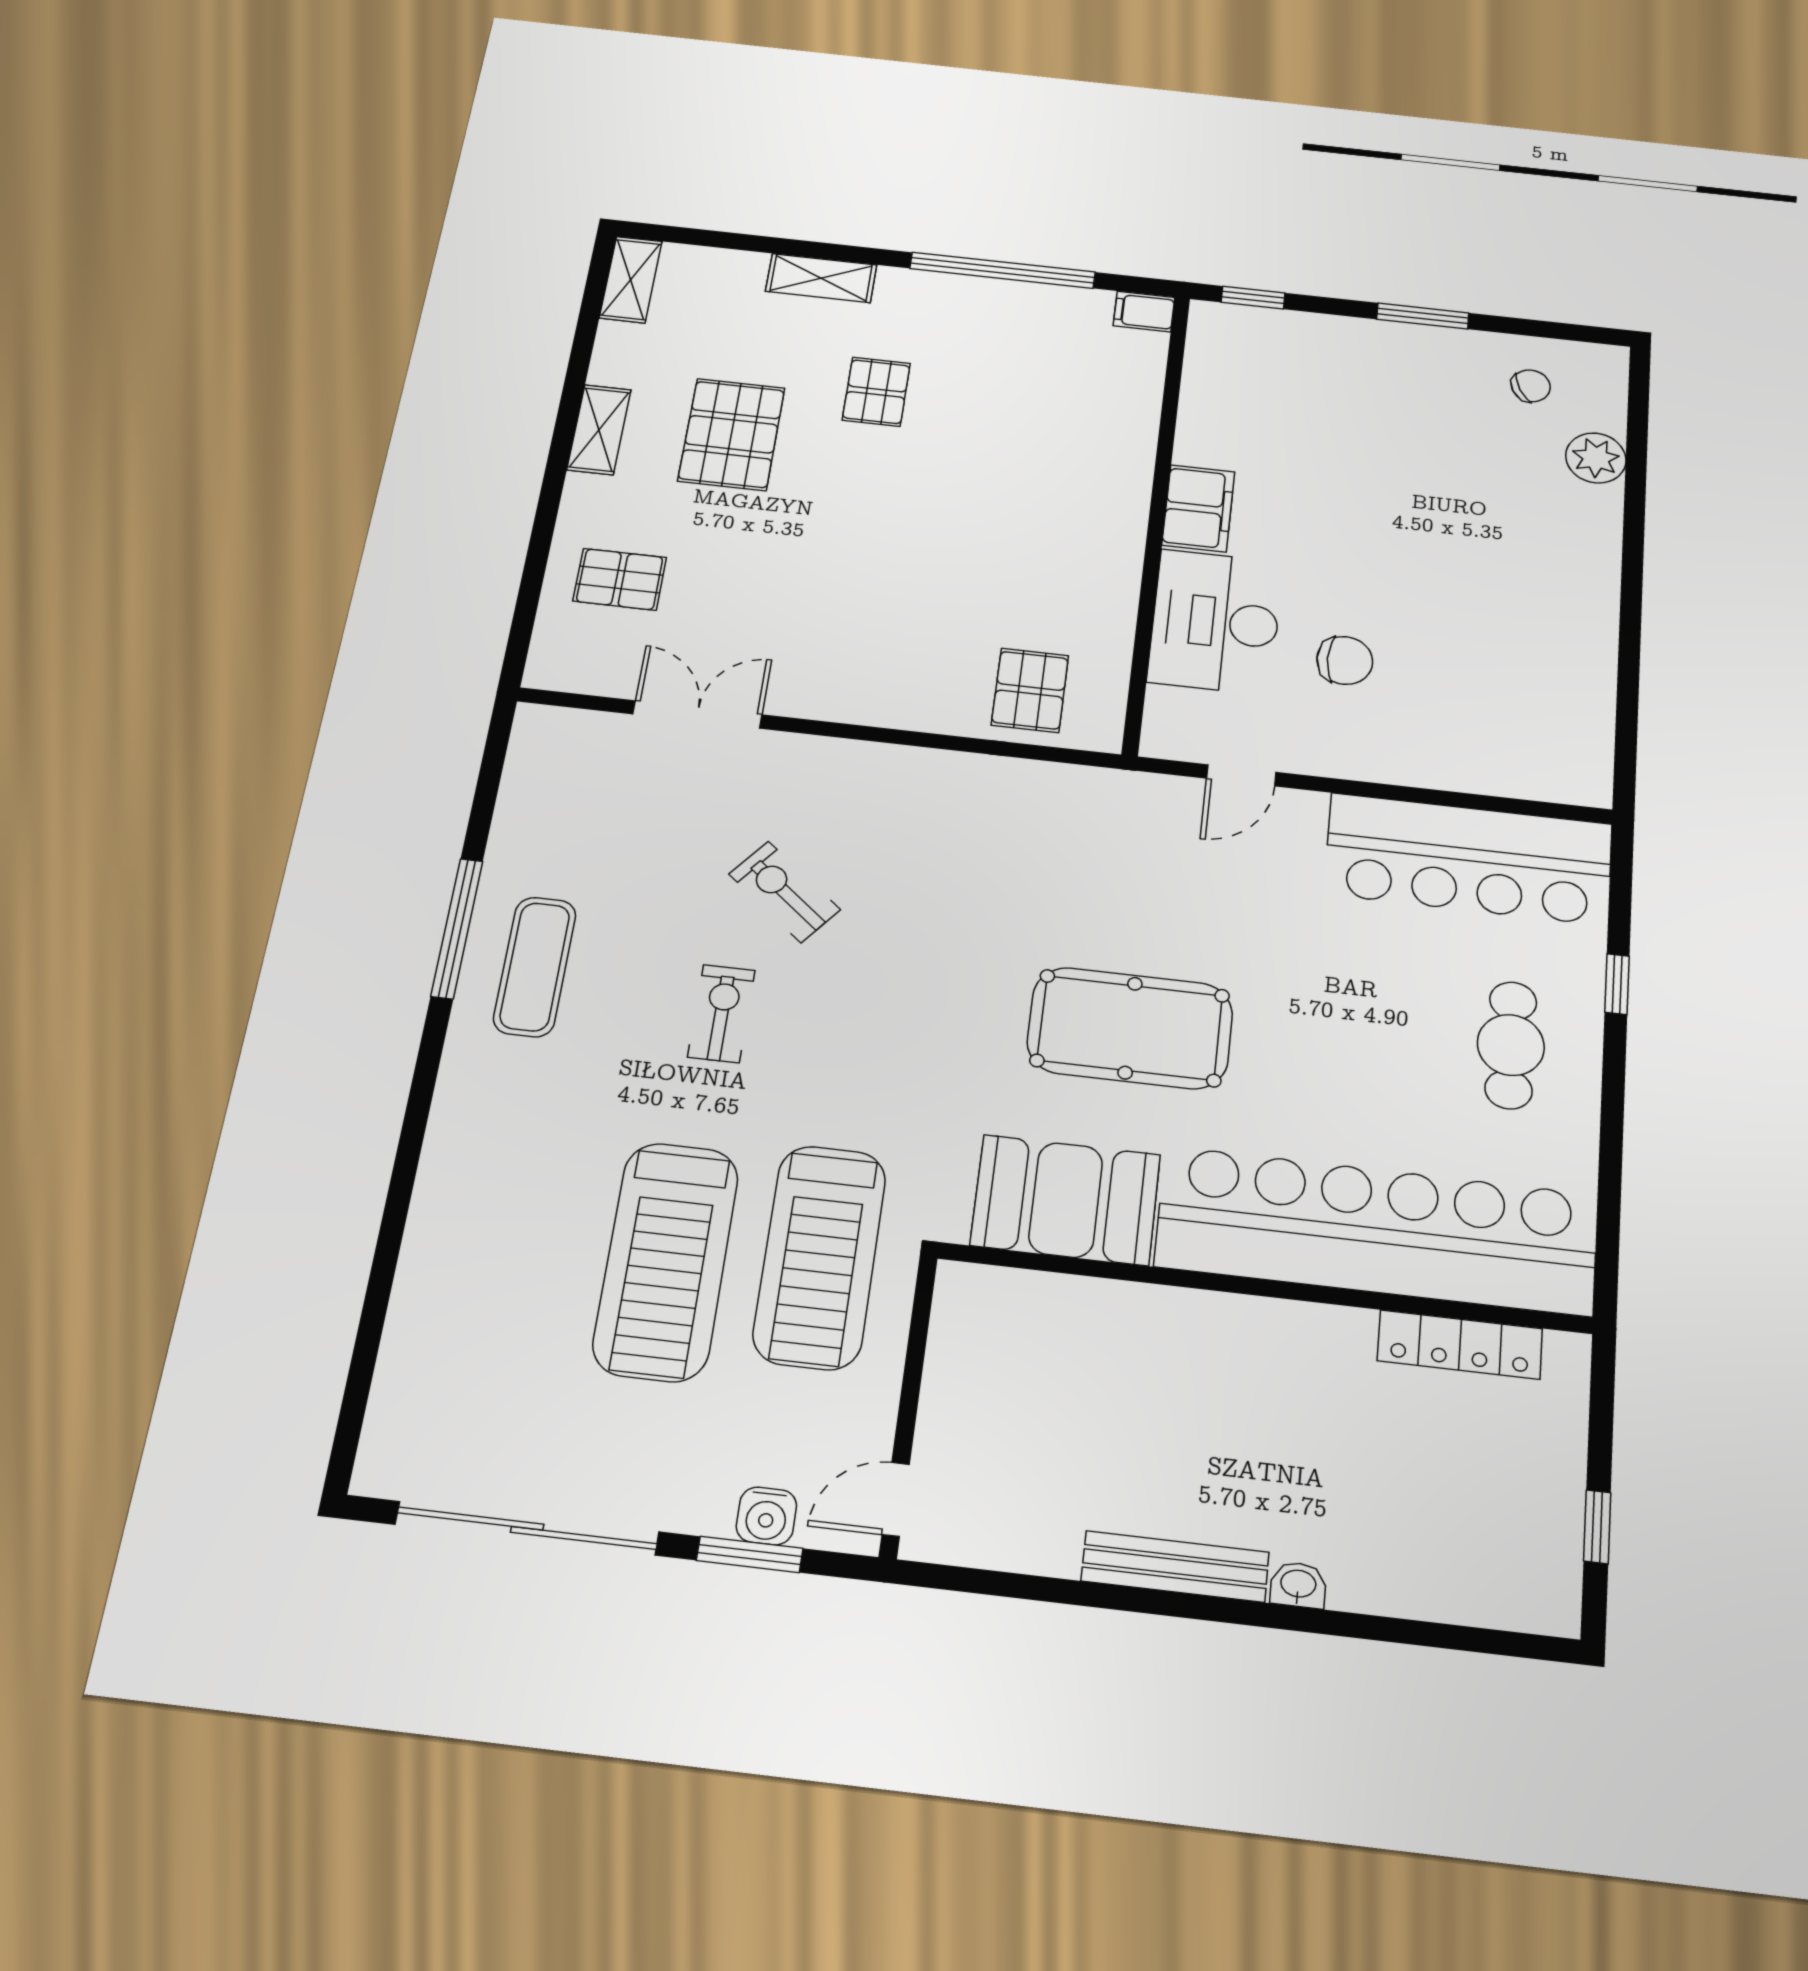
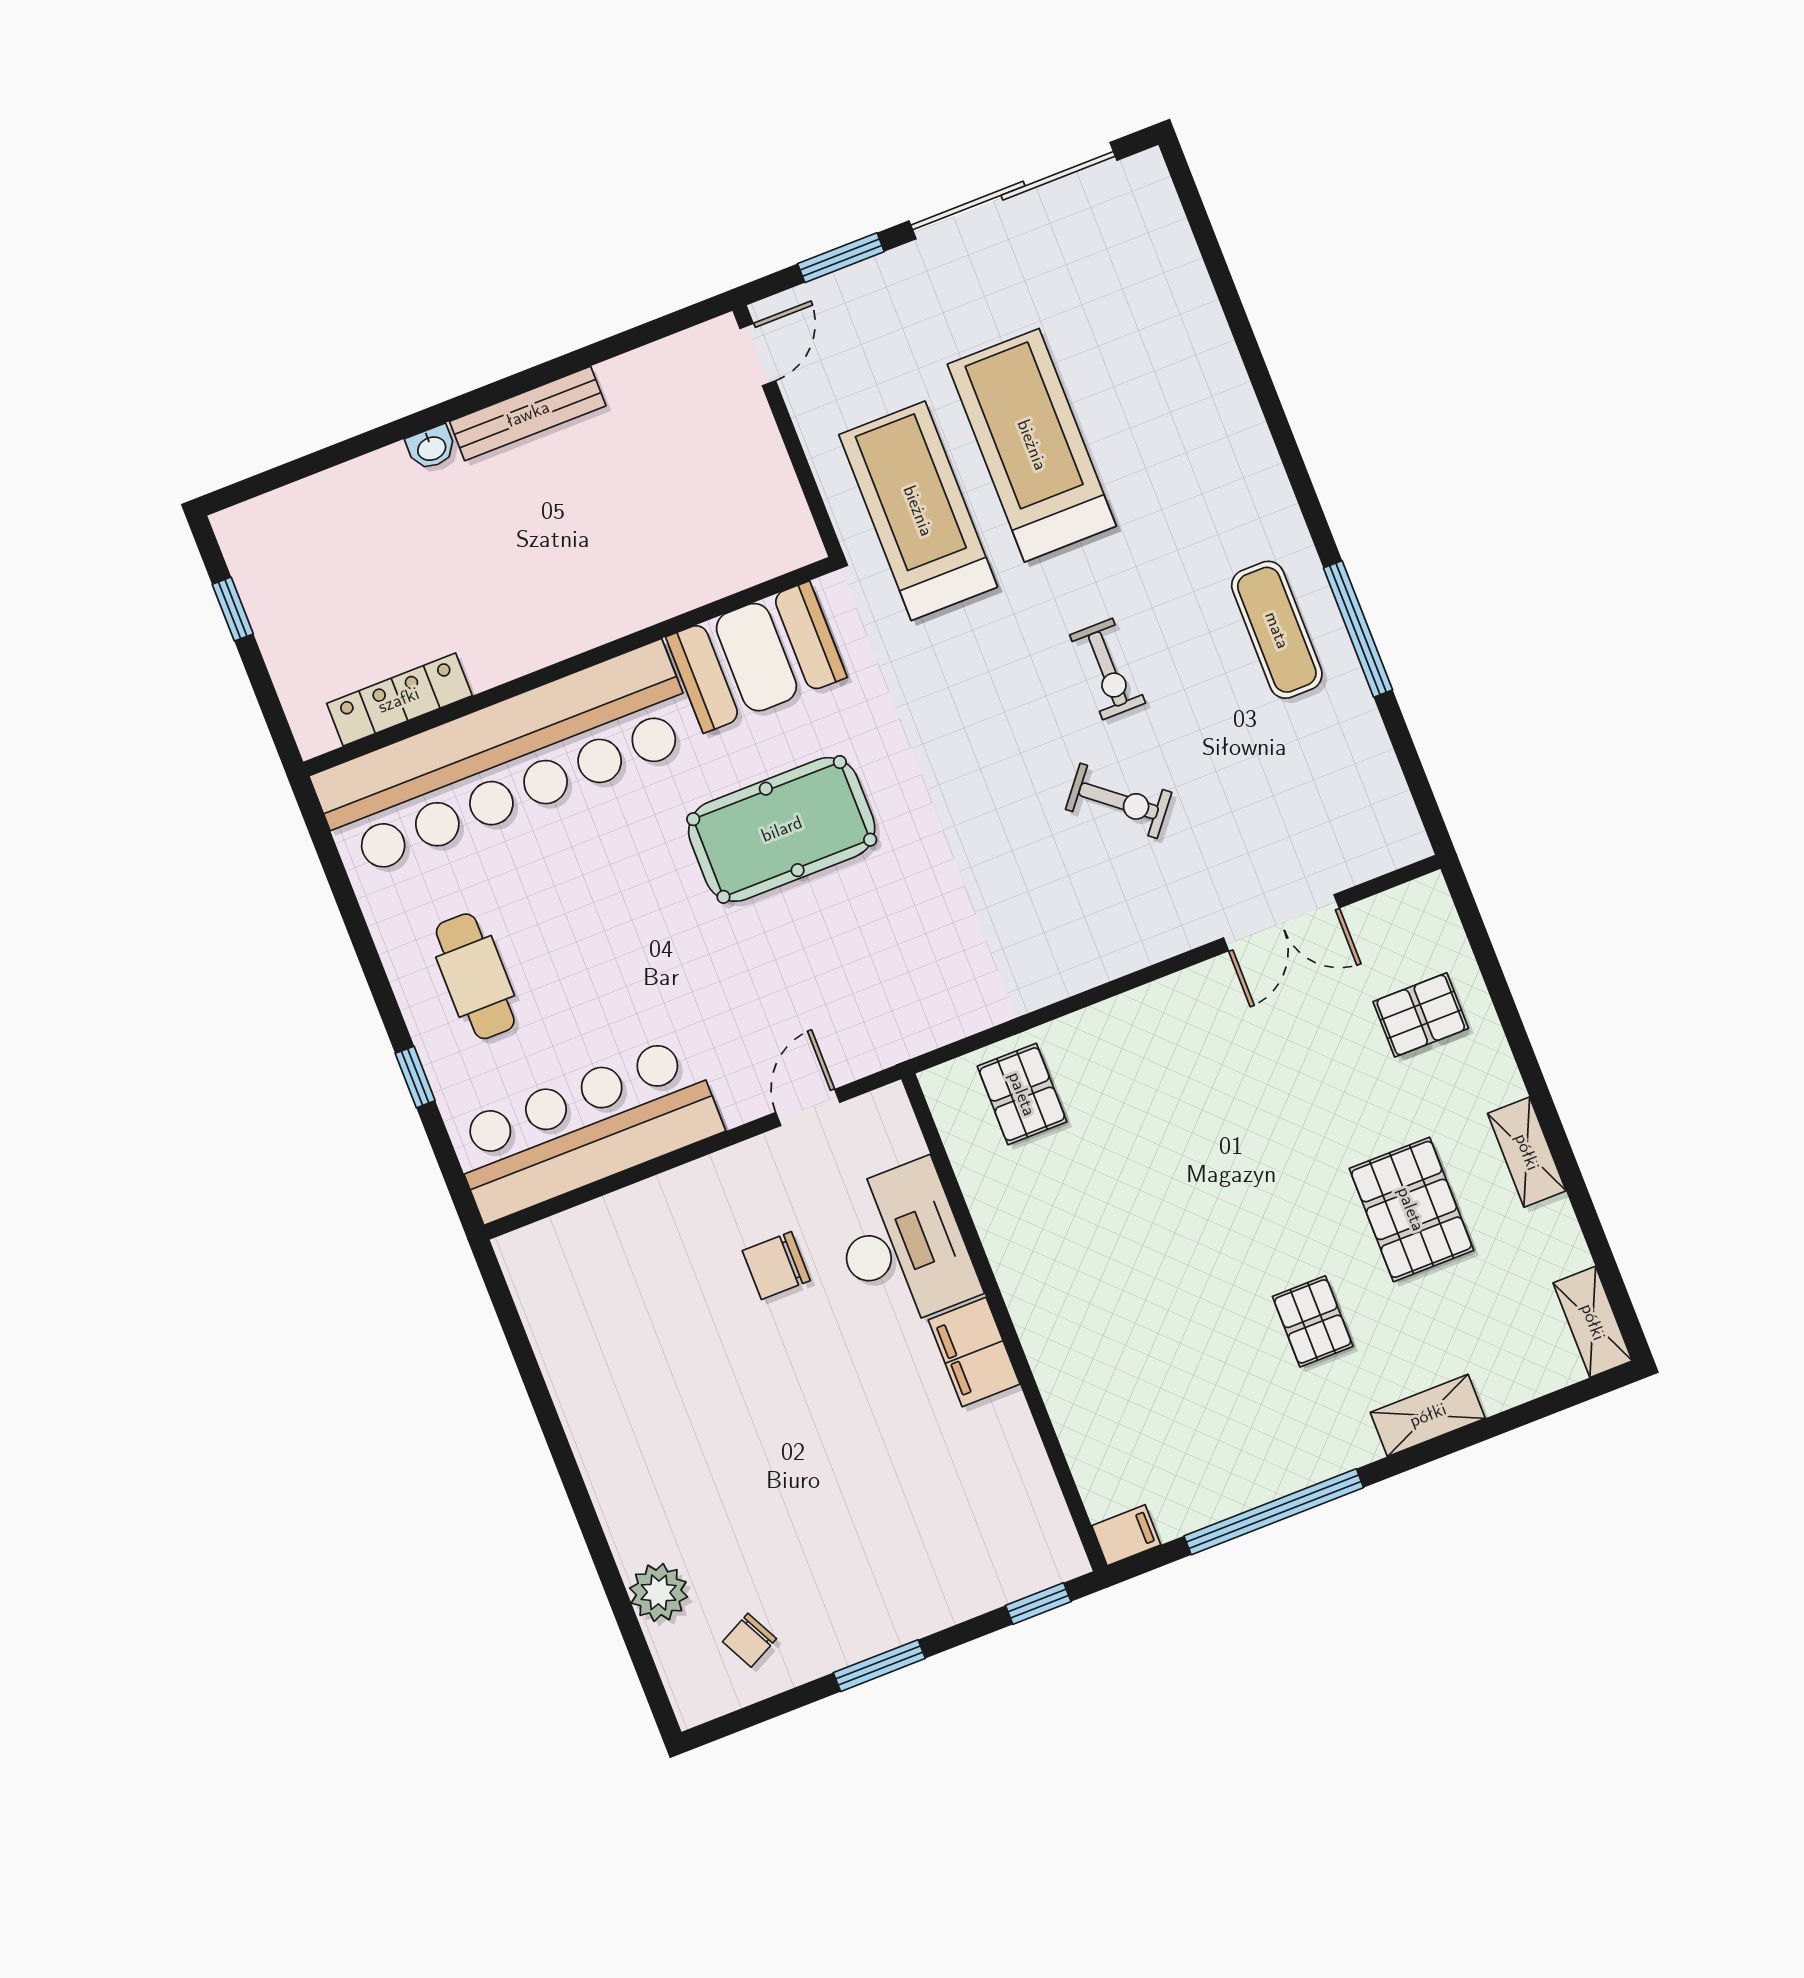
water cooler: (766, 1516) -> (845, 292), removed

